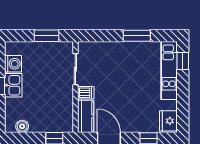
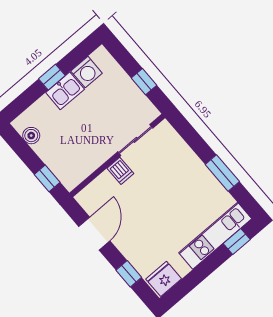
window: (46, 36) -> (144, 82), width x0.67
kitchen counter: (86, 116) -> (96, 191), removed

